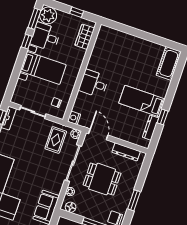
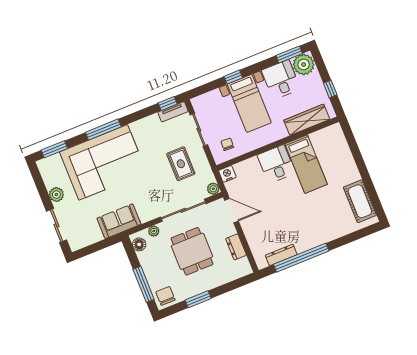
wardrobe: (85, 37) -> (307, 120), width x1.50
window: (27, 42) -> (233, 77), moved
cot: (169, 63) -> (360, 201), moved, turned 90
bed: (142, 101) -> (306, 164), moved, turned 180
window: (163, 117) -> (301, 258), width x3.17
door: (98, 134) -> (232, 211), hinge flipped
rug: (56, 140) -> (181, 164), moved, turned 90
dresser: (126, 152) -> (236, 247), width x0.70

